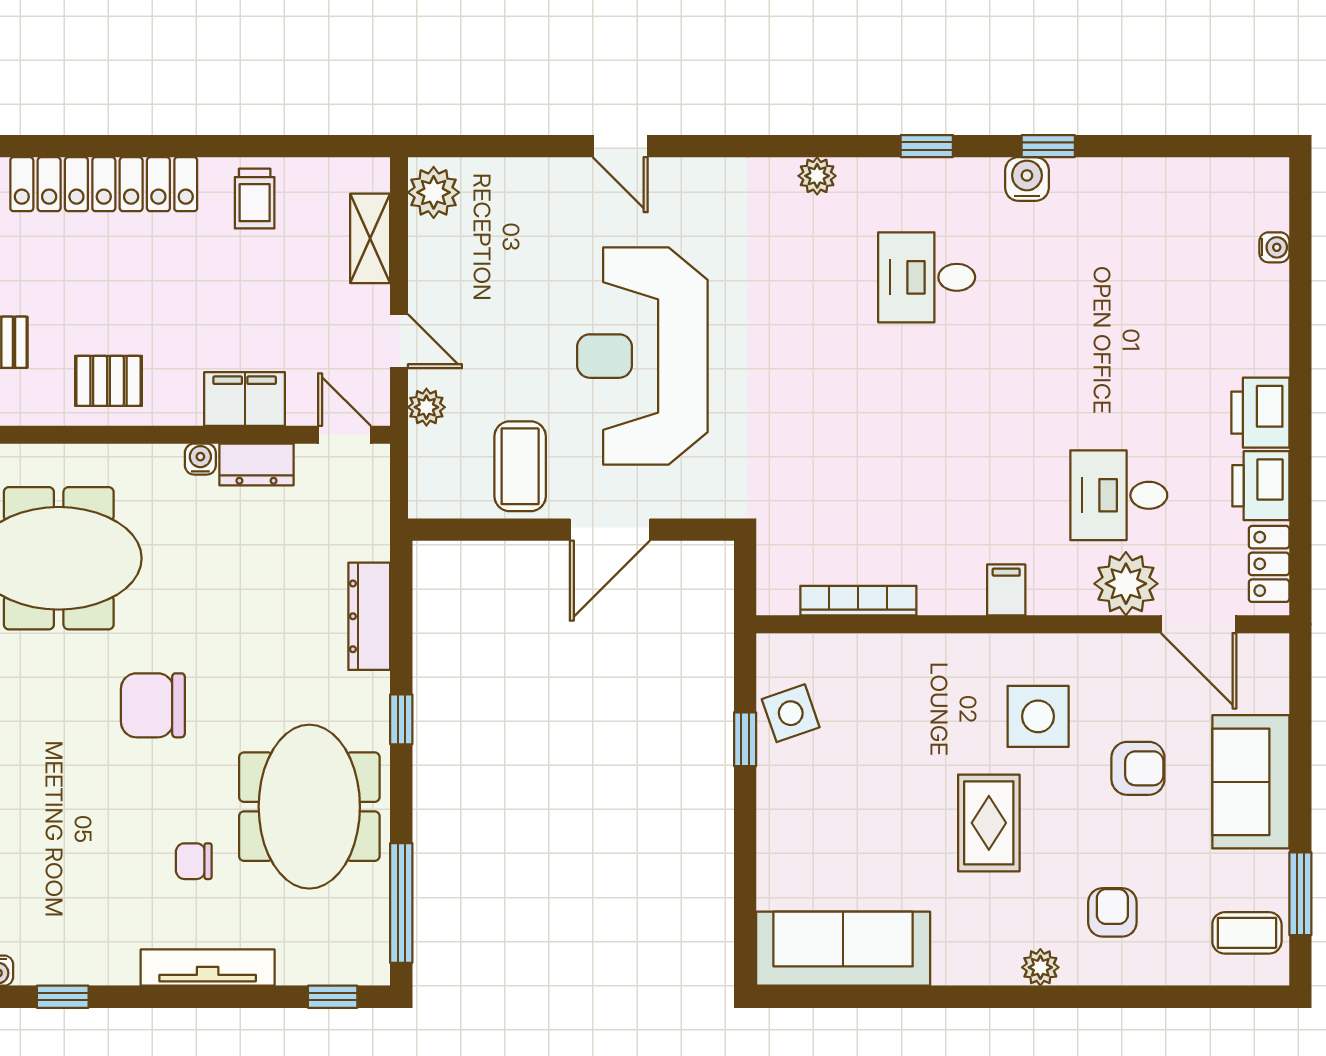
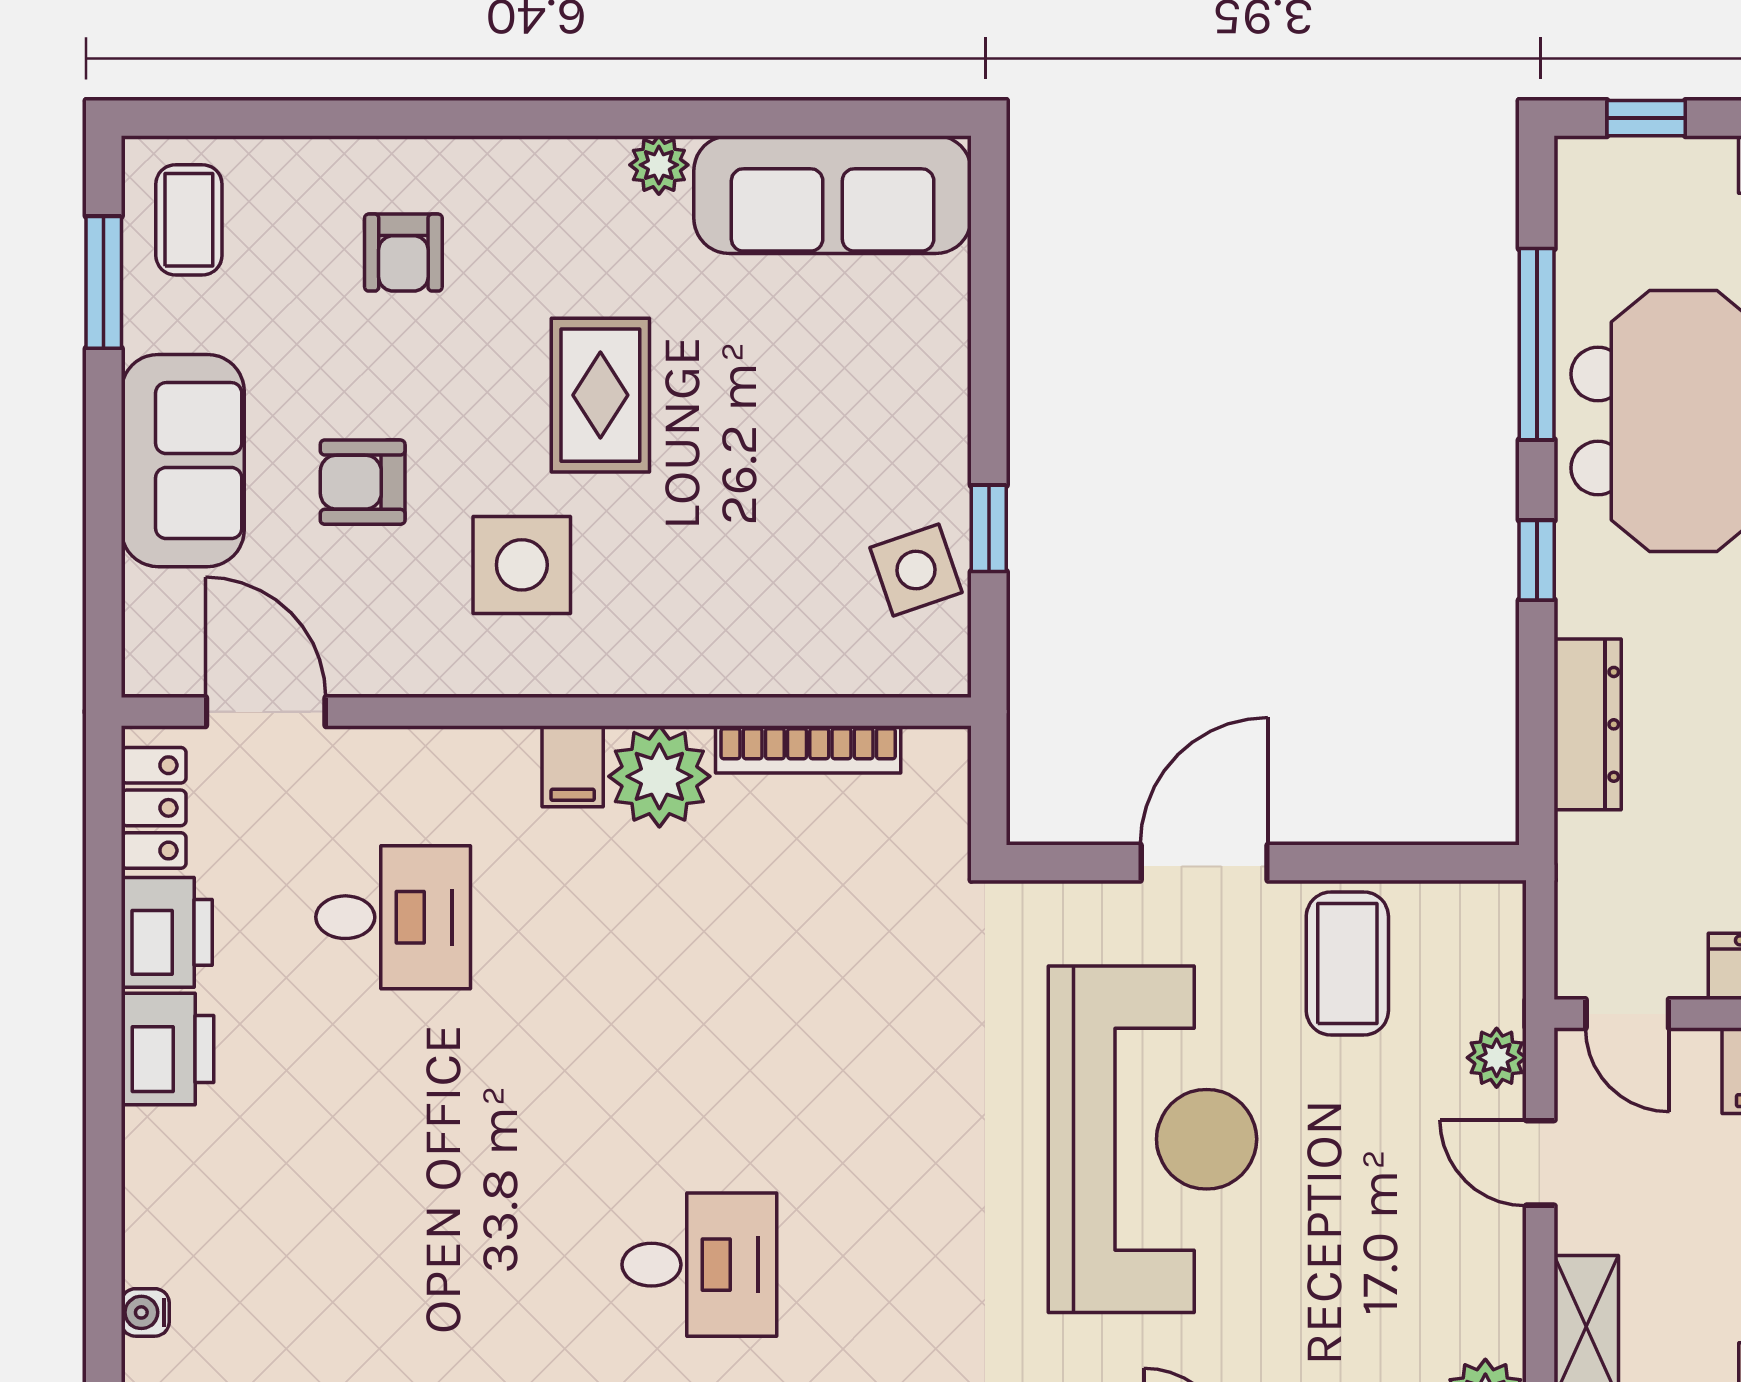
plant: (1126, 584) -> (659, 776), moved
window: (401, 903) -> (1537, 344), moved
coffee table: (1247, 933) -> (189, 220), turned 90
plant: (1040, 967) -> (659, 165), moved

